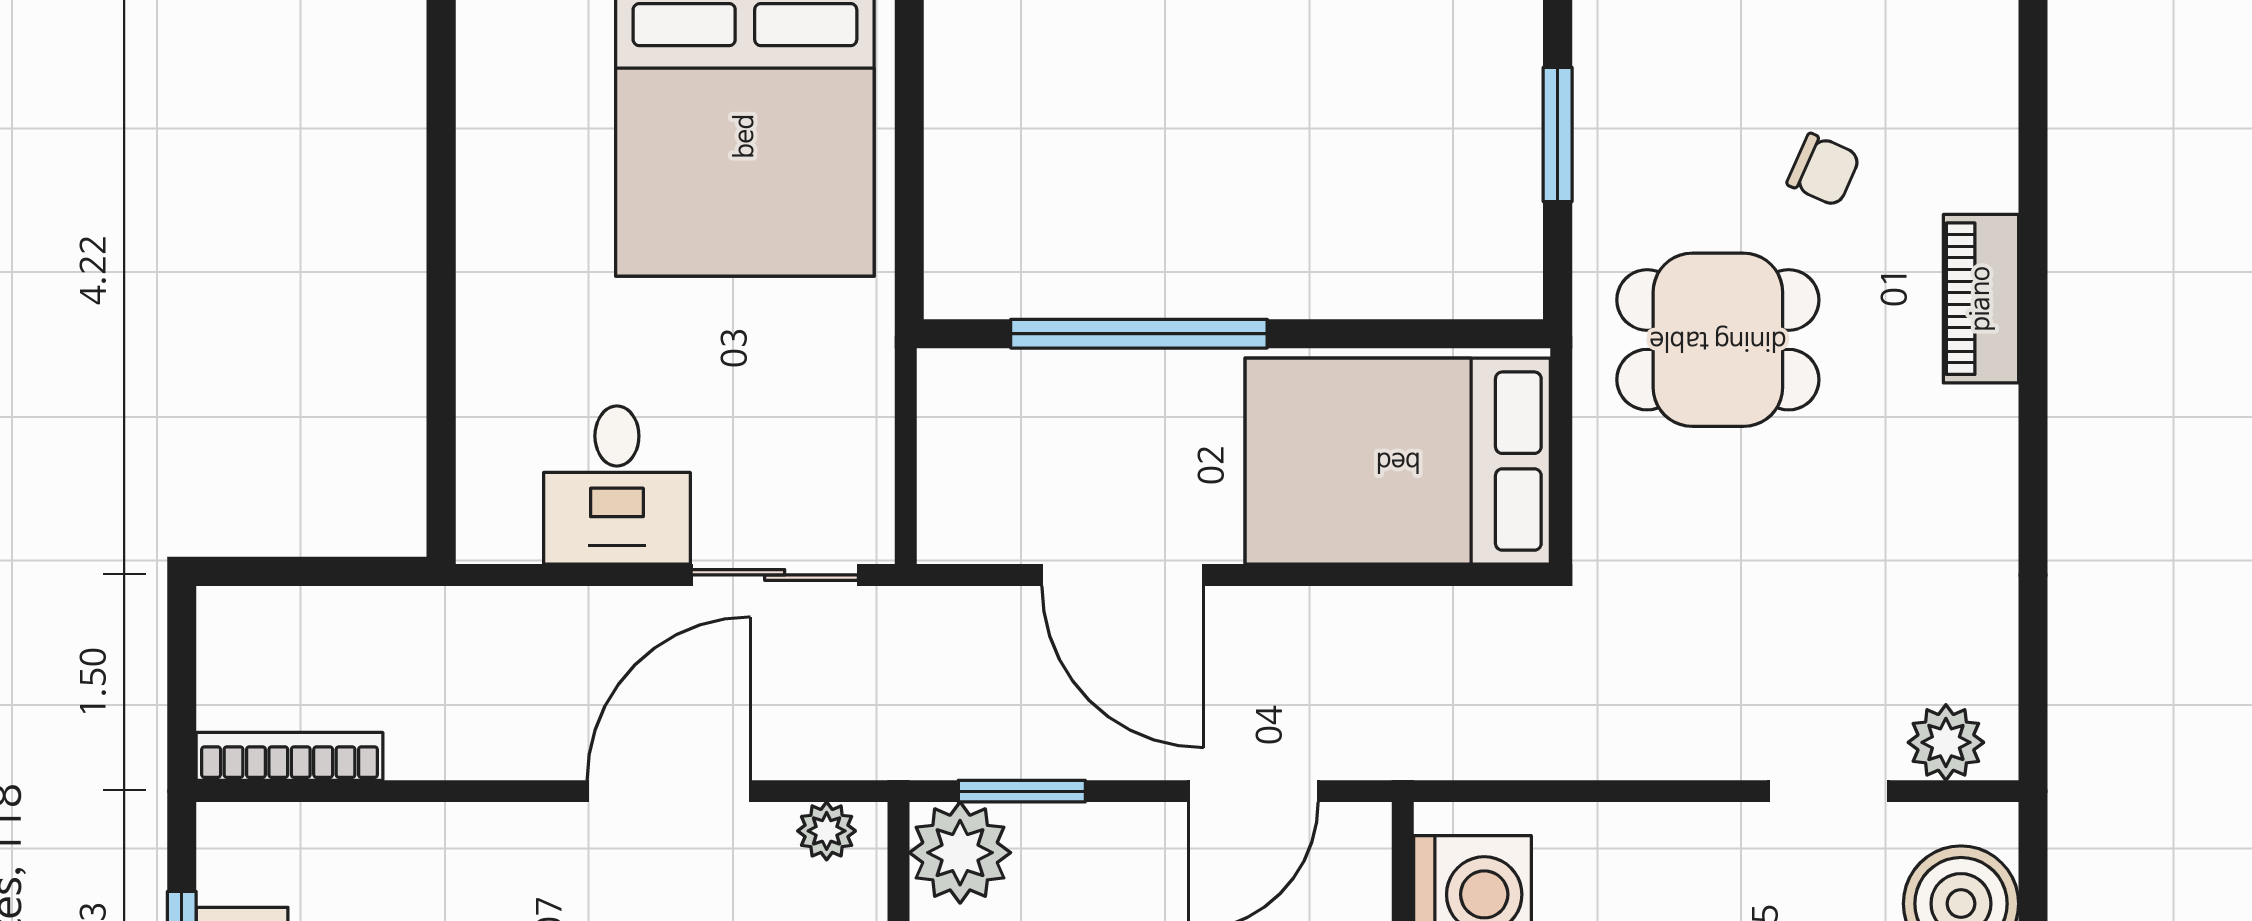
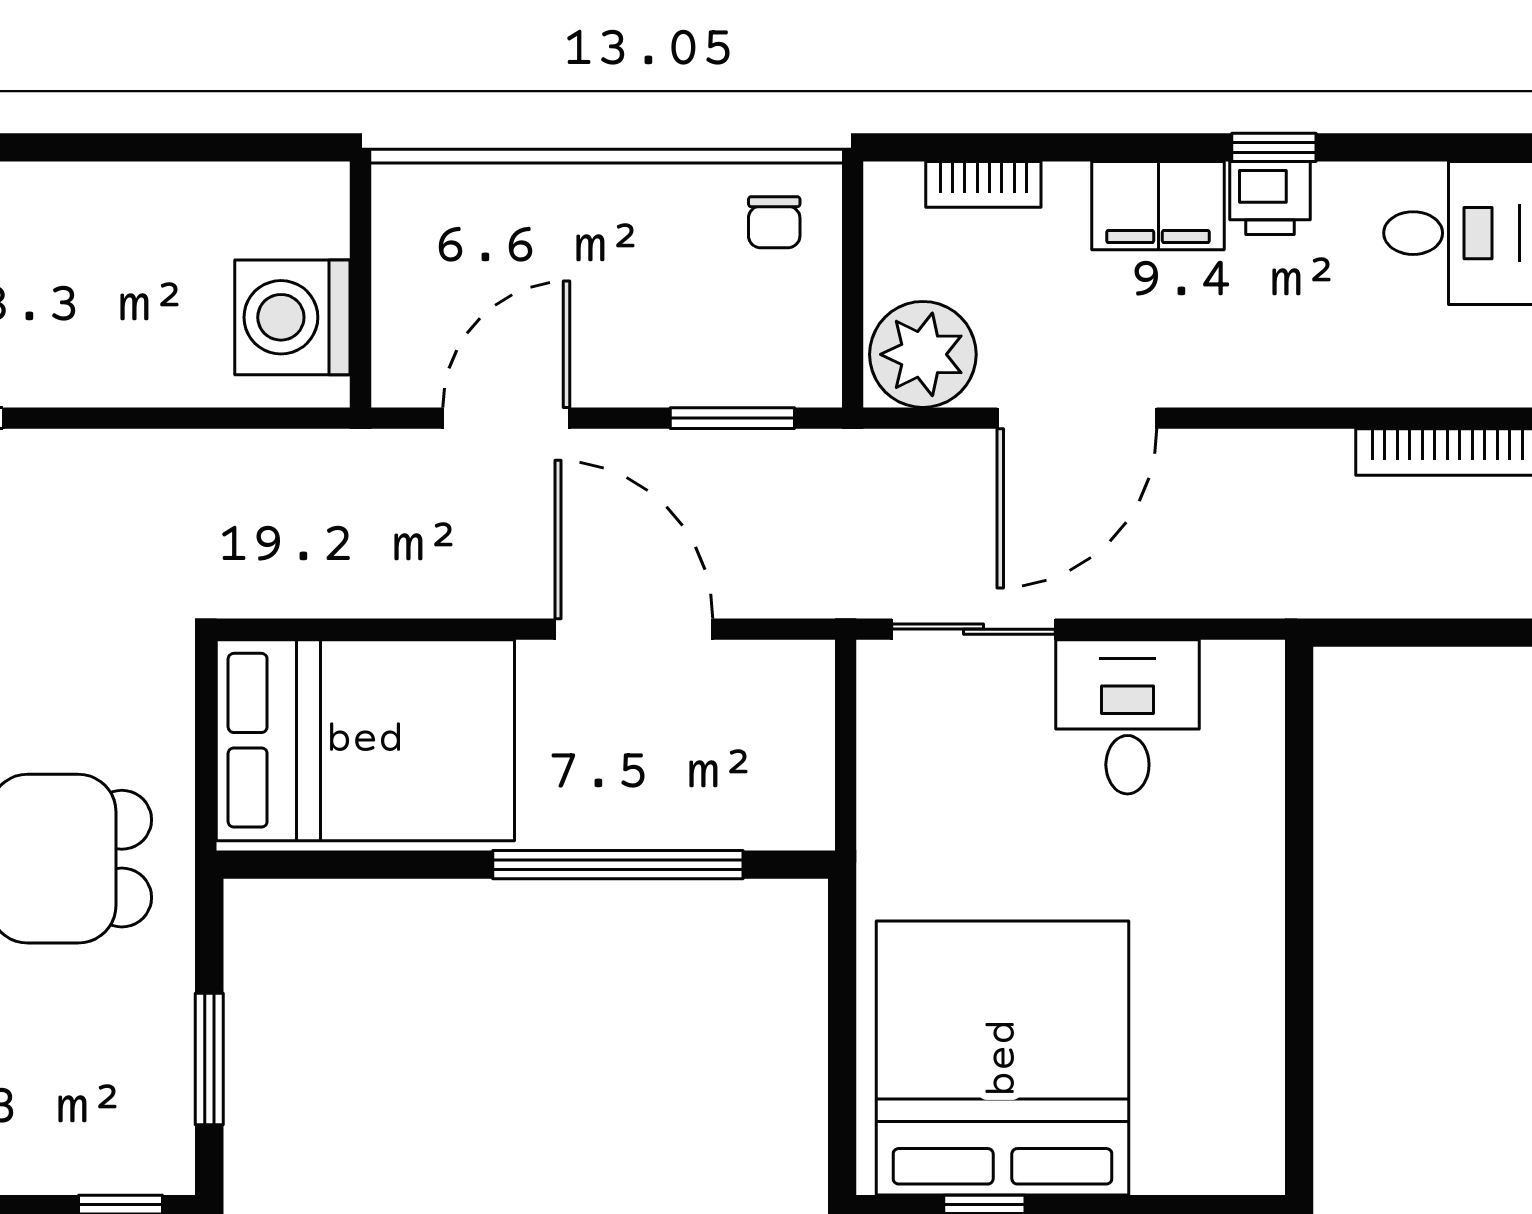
plant: (827, 831) -> (923, 354), width x1.87, depth x1.87
plant: (960, 853) -> (793, 358), removed

